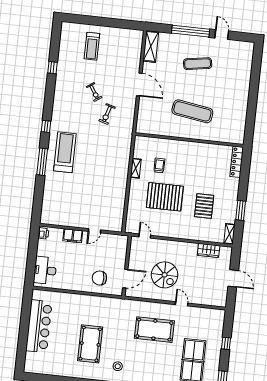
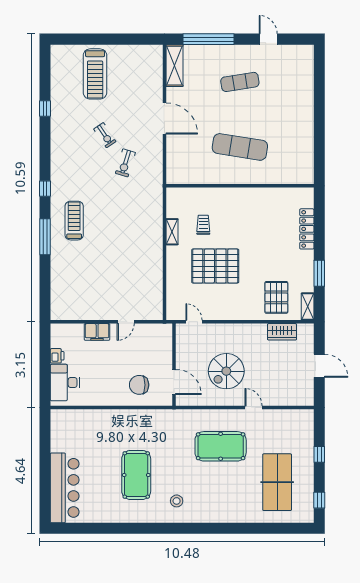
window: (191, 31) -> (208, 39), moved
treadmill: (92, 46) -> (95, 74), width x1.37, depth x1.38
treadmill: (65, 152) -> (74, 221), width x0.73, depth x0.73
locker: (237, 162) -> (307, 229), moved
pallet: (204, 206) -> (276, 297), moved
printer: (43, 233) -> (57, 356), moved
spiral stairs: (165, 275) -> (226, 371), turned 90
door: (125, 279) -> (174, 382), hinge flipped
bar counter: (39, 326) -> (65, 488), moved

